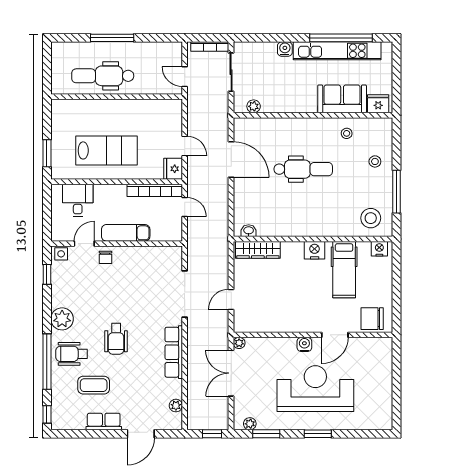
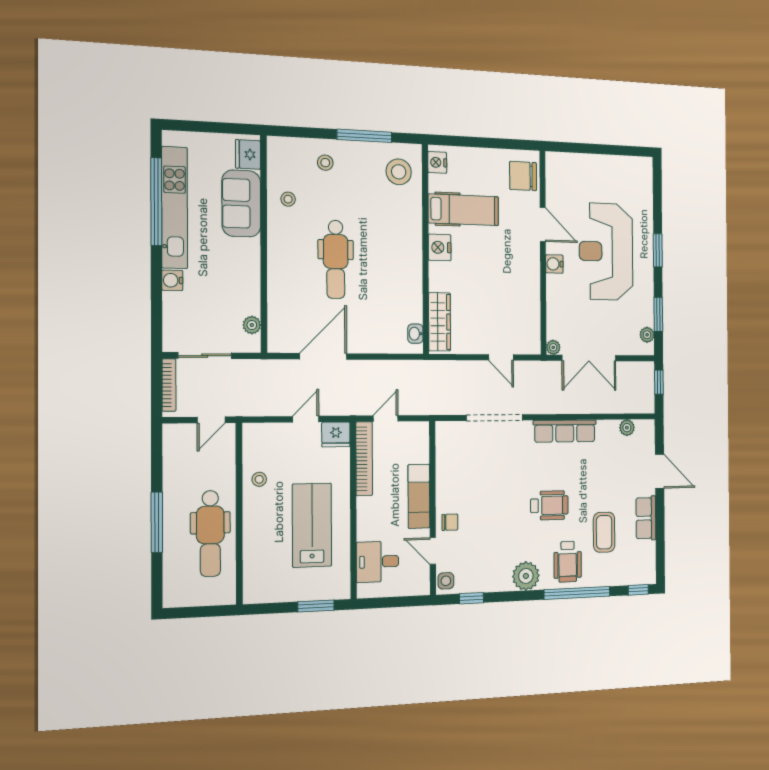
stool: (141, 111) -> (259, 479), added
dental chair: (303, 169) -> (336, 259), turned 180
chair: (372, 319) -> (523, 176), turned 90

